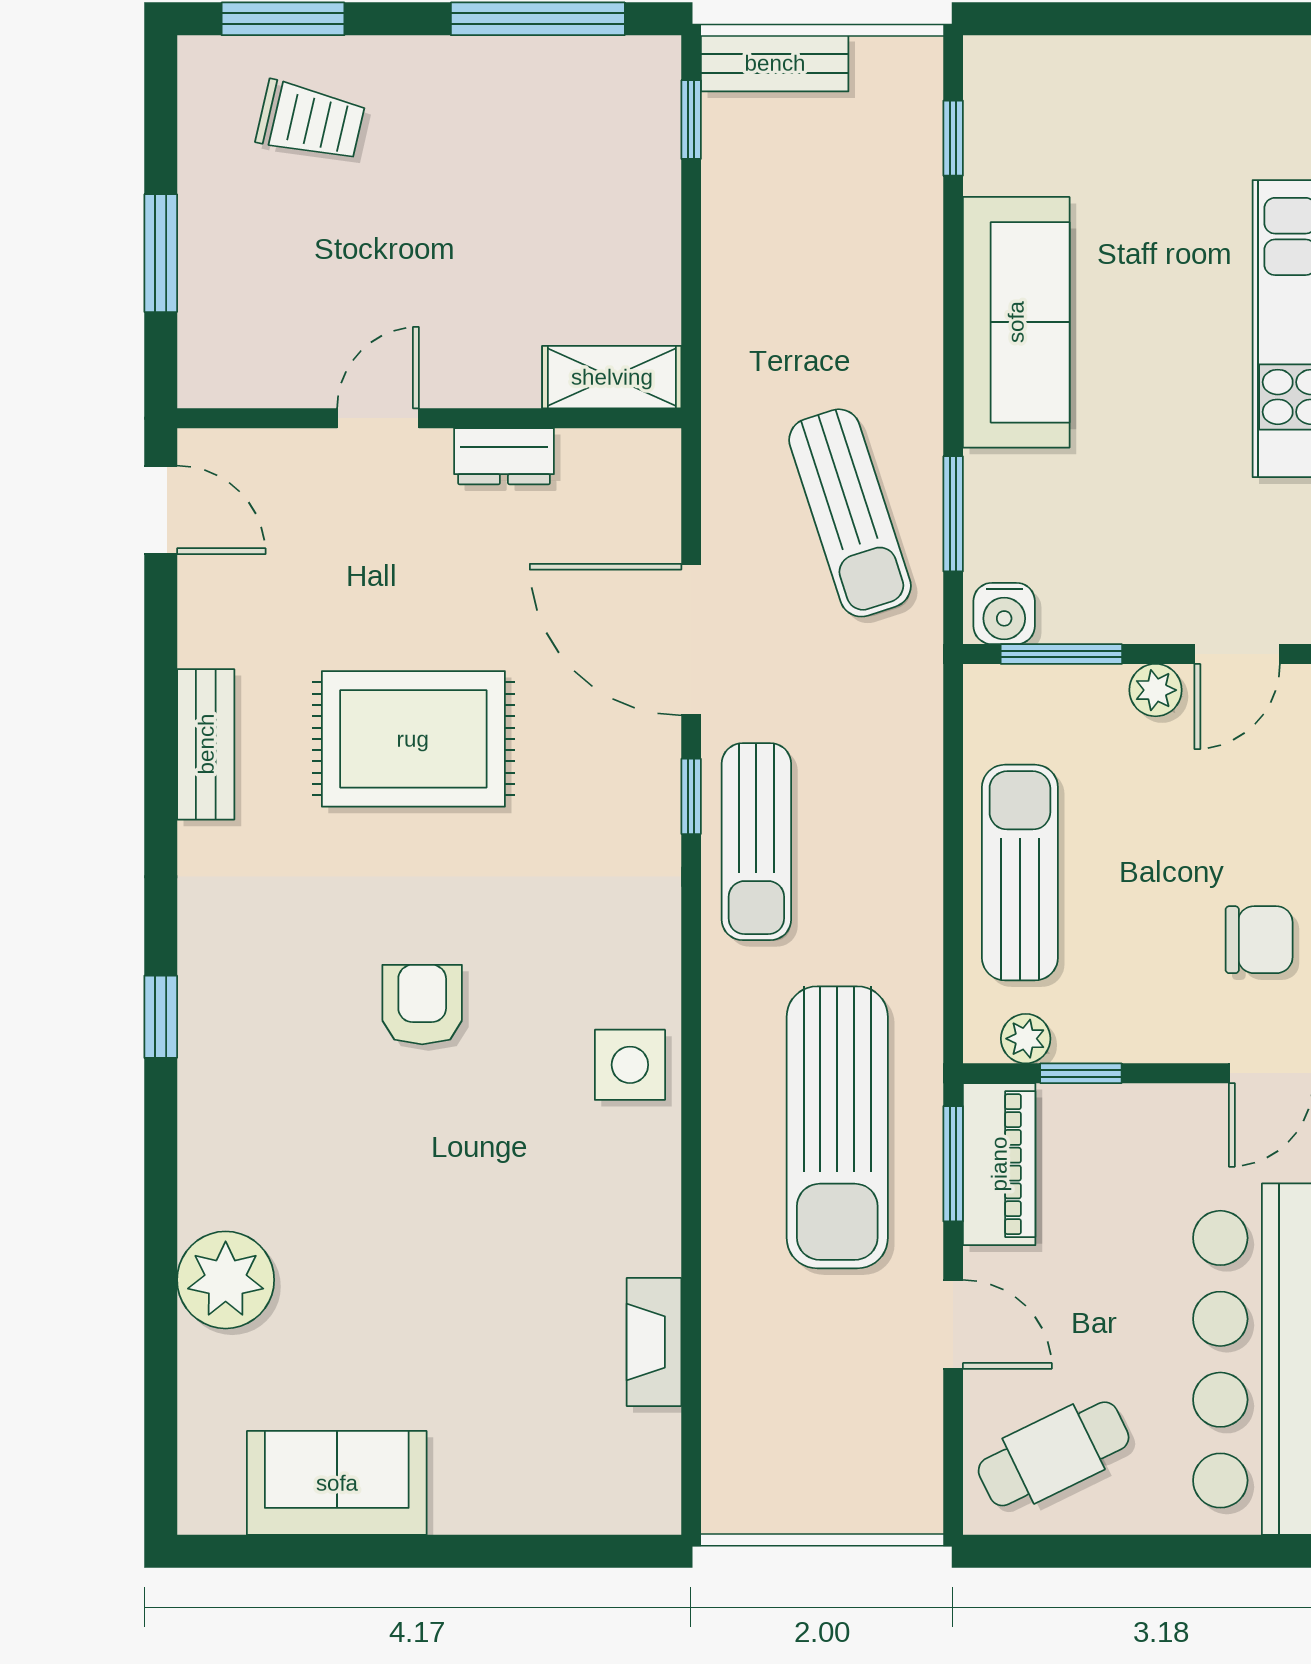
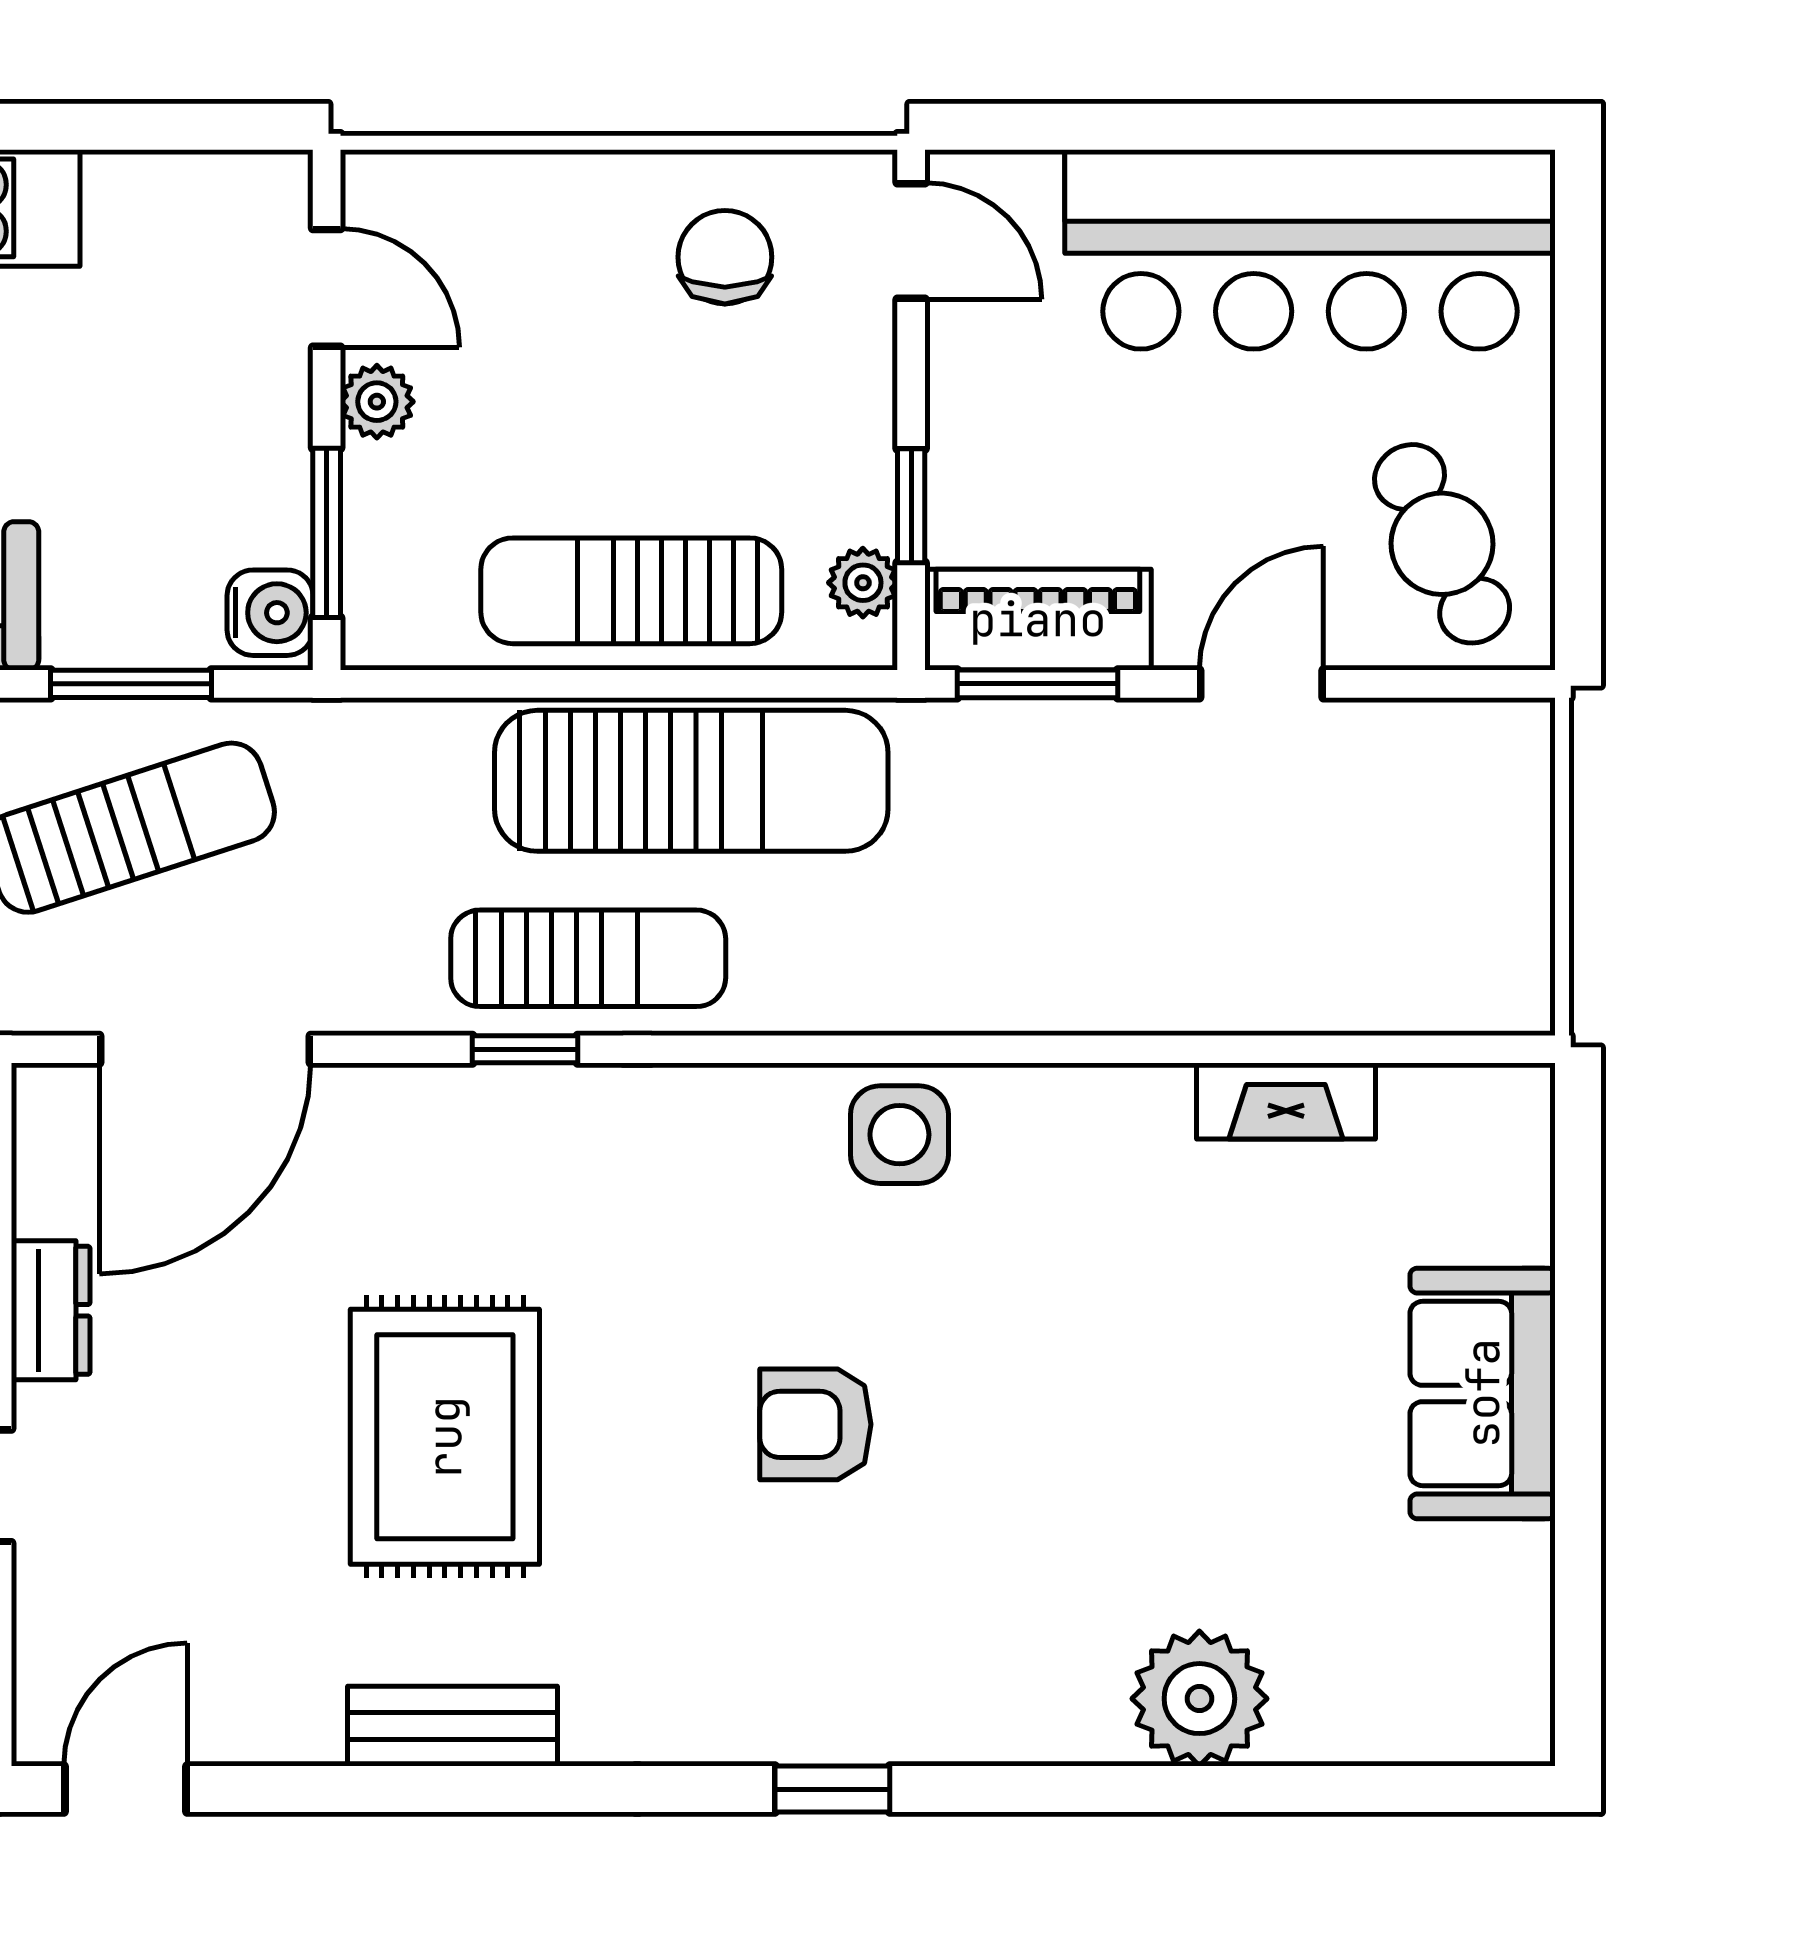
door: (691, 640) -> (205, 1049), moved
sun lounger: (837, 1127) -> (691, 781), moved
sofa: (337, 1483) -> (1483, 1393), moved

